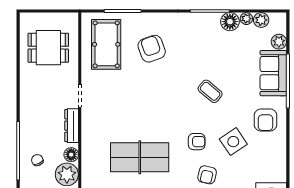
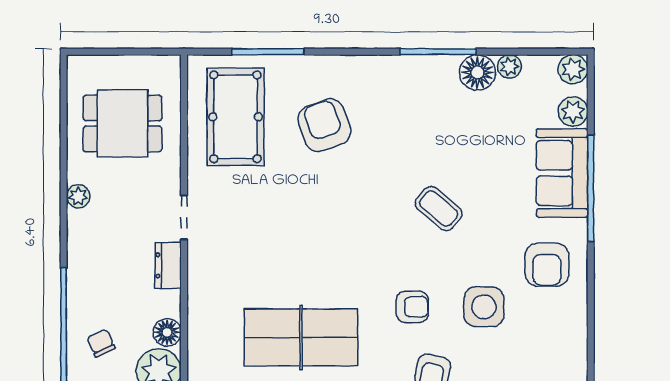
plant: (261, 20) -> (573, 69), moved
plant: (26, 85) -> (78, 196), added
dresser: (72, 126) -> (168, 265), width x0.70
side table: (233, 142) -> (484, 307), turned 34

